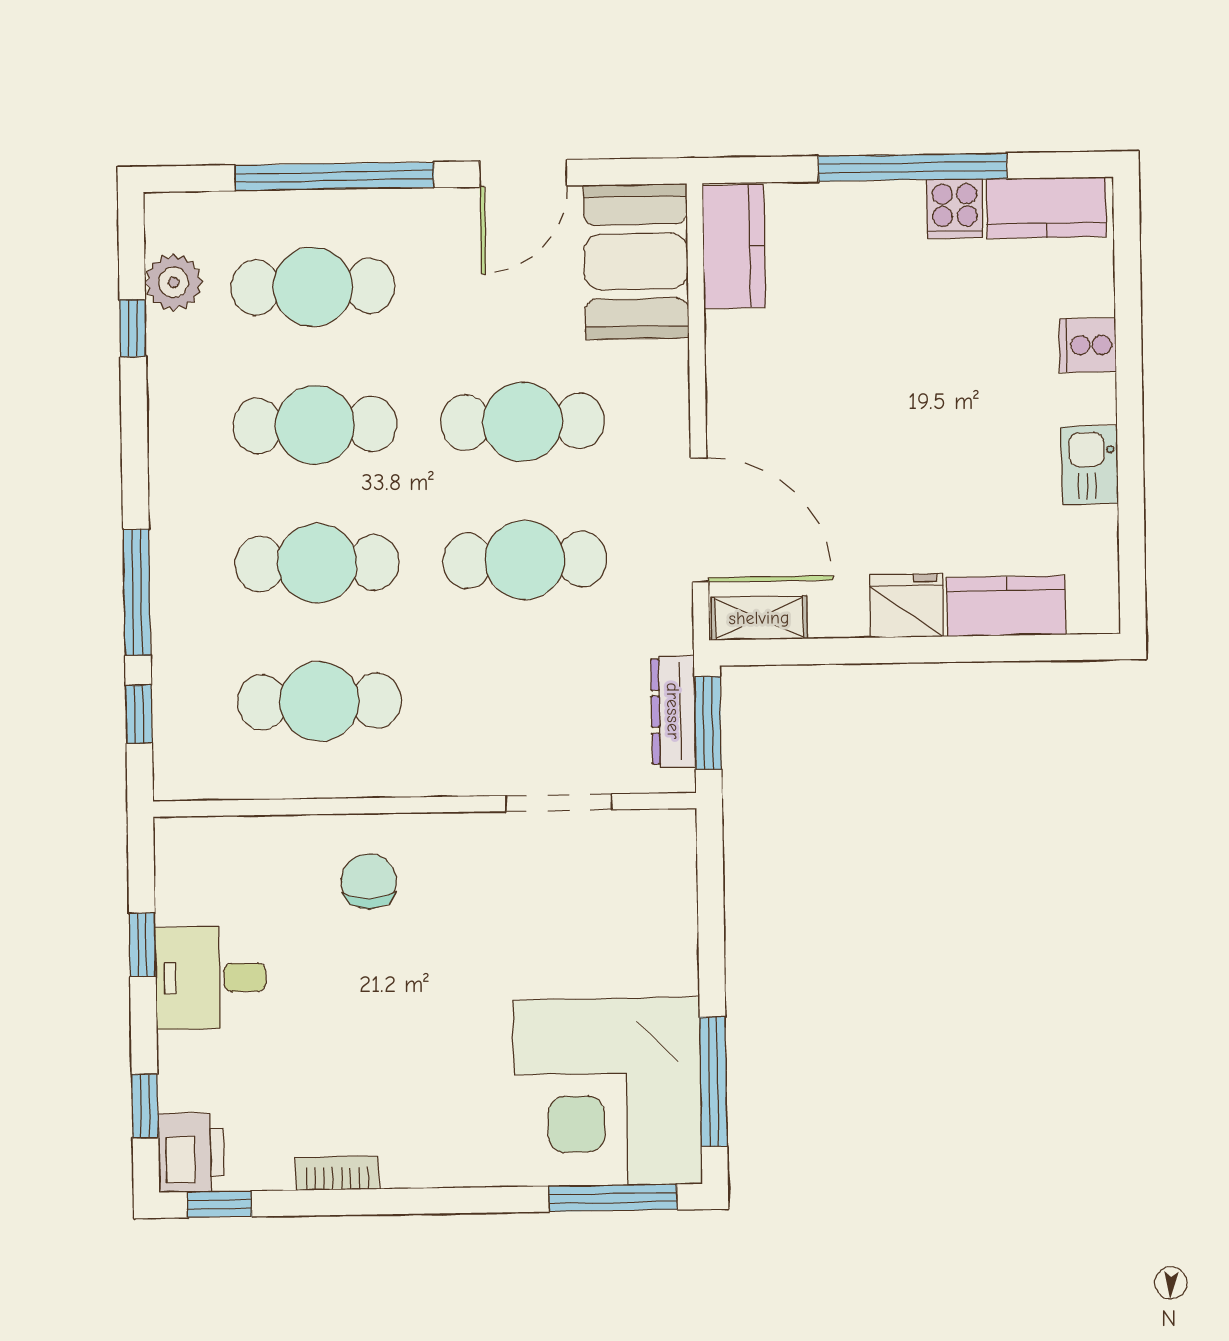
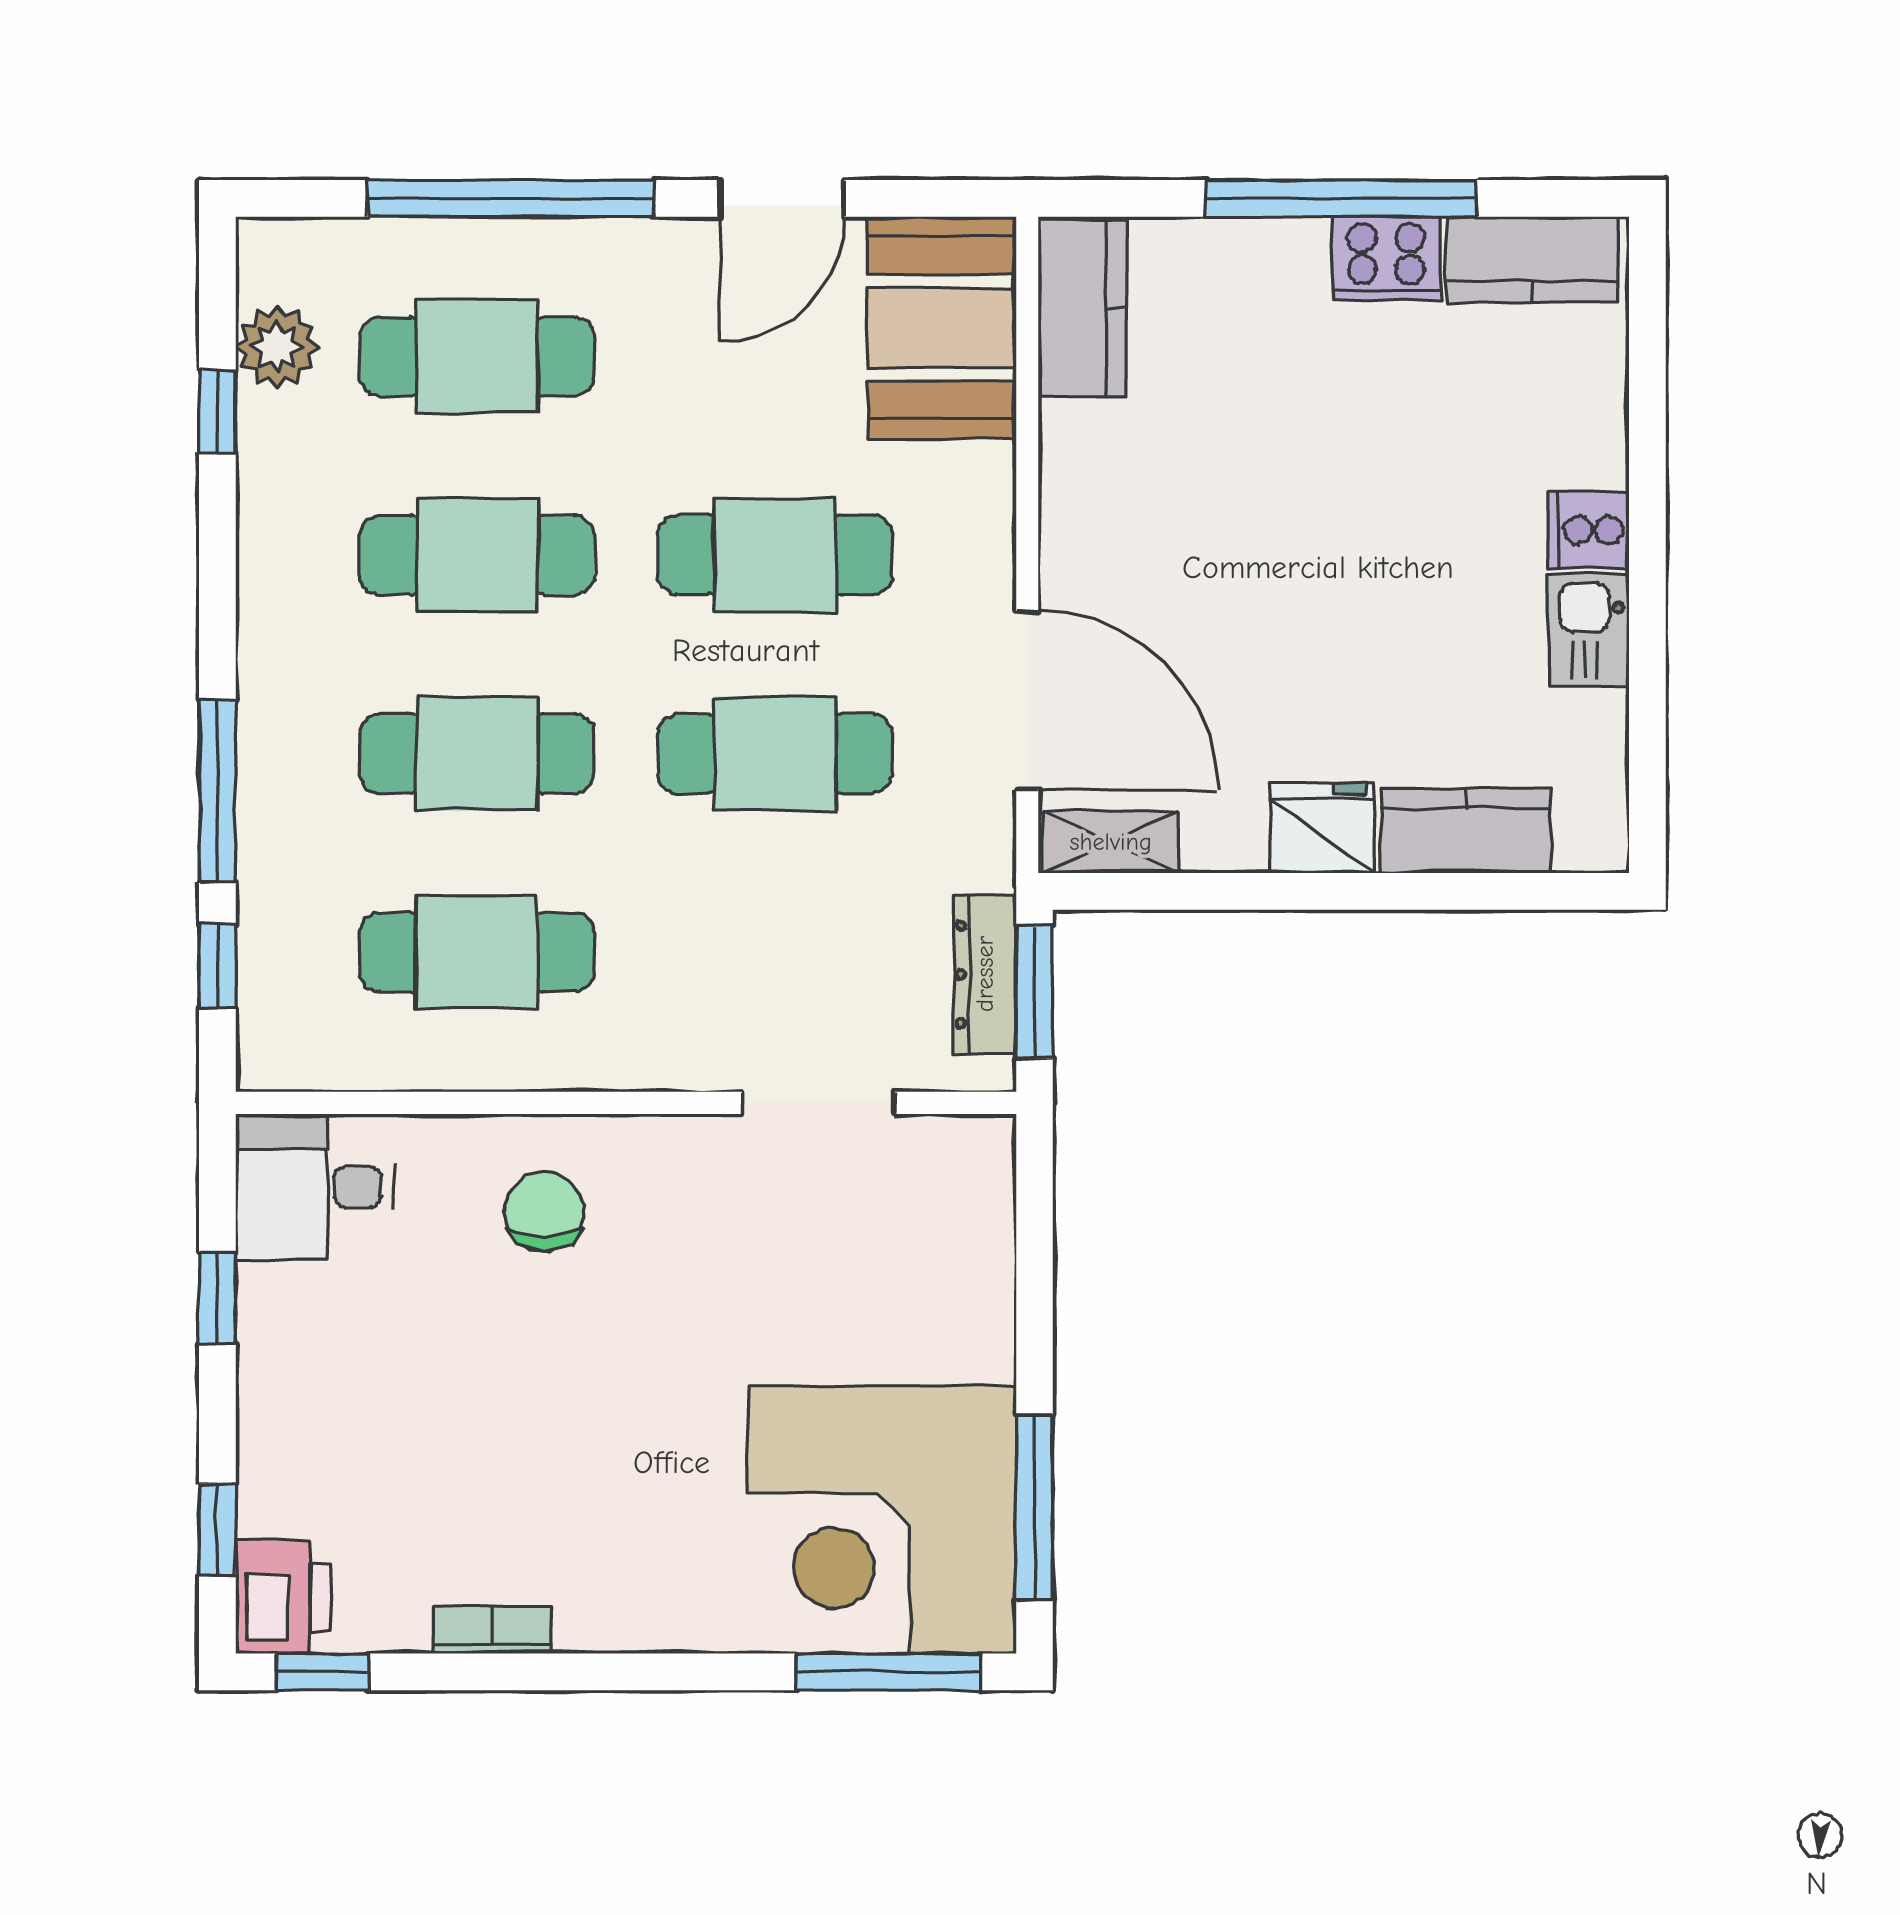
cooker: (955, 209) -> (1386, 259), width x1.36
cooker: (1088, 345) -> (1588, 530), moved
desk: (211, 978) -> (315, 1187), moved

